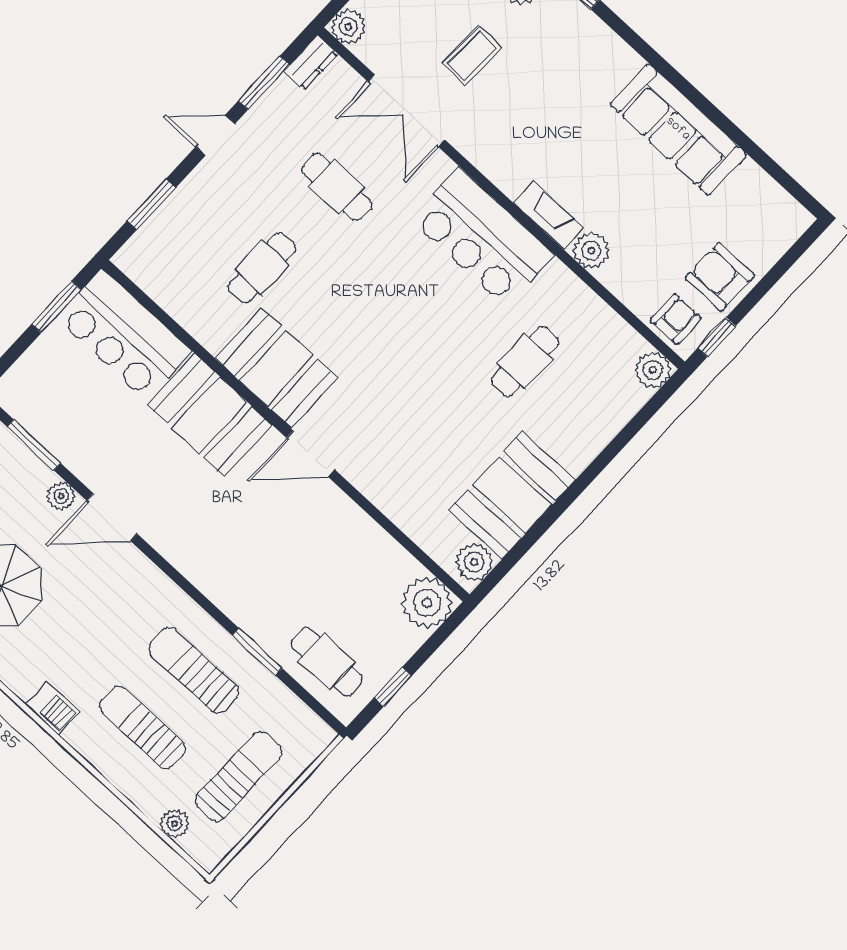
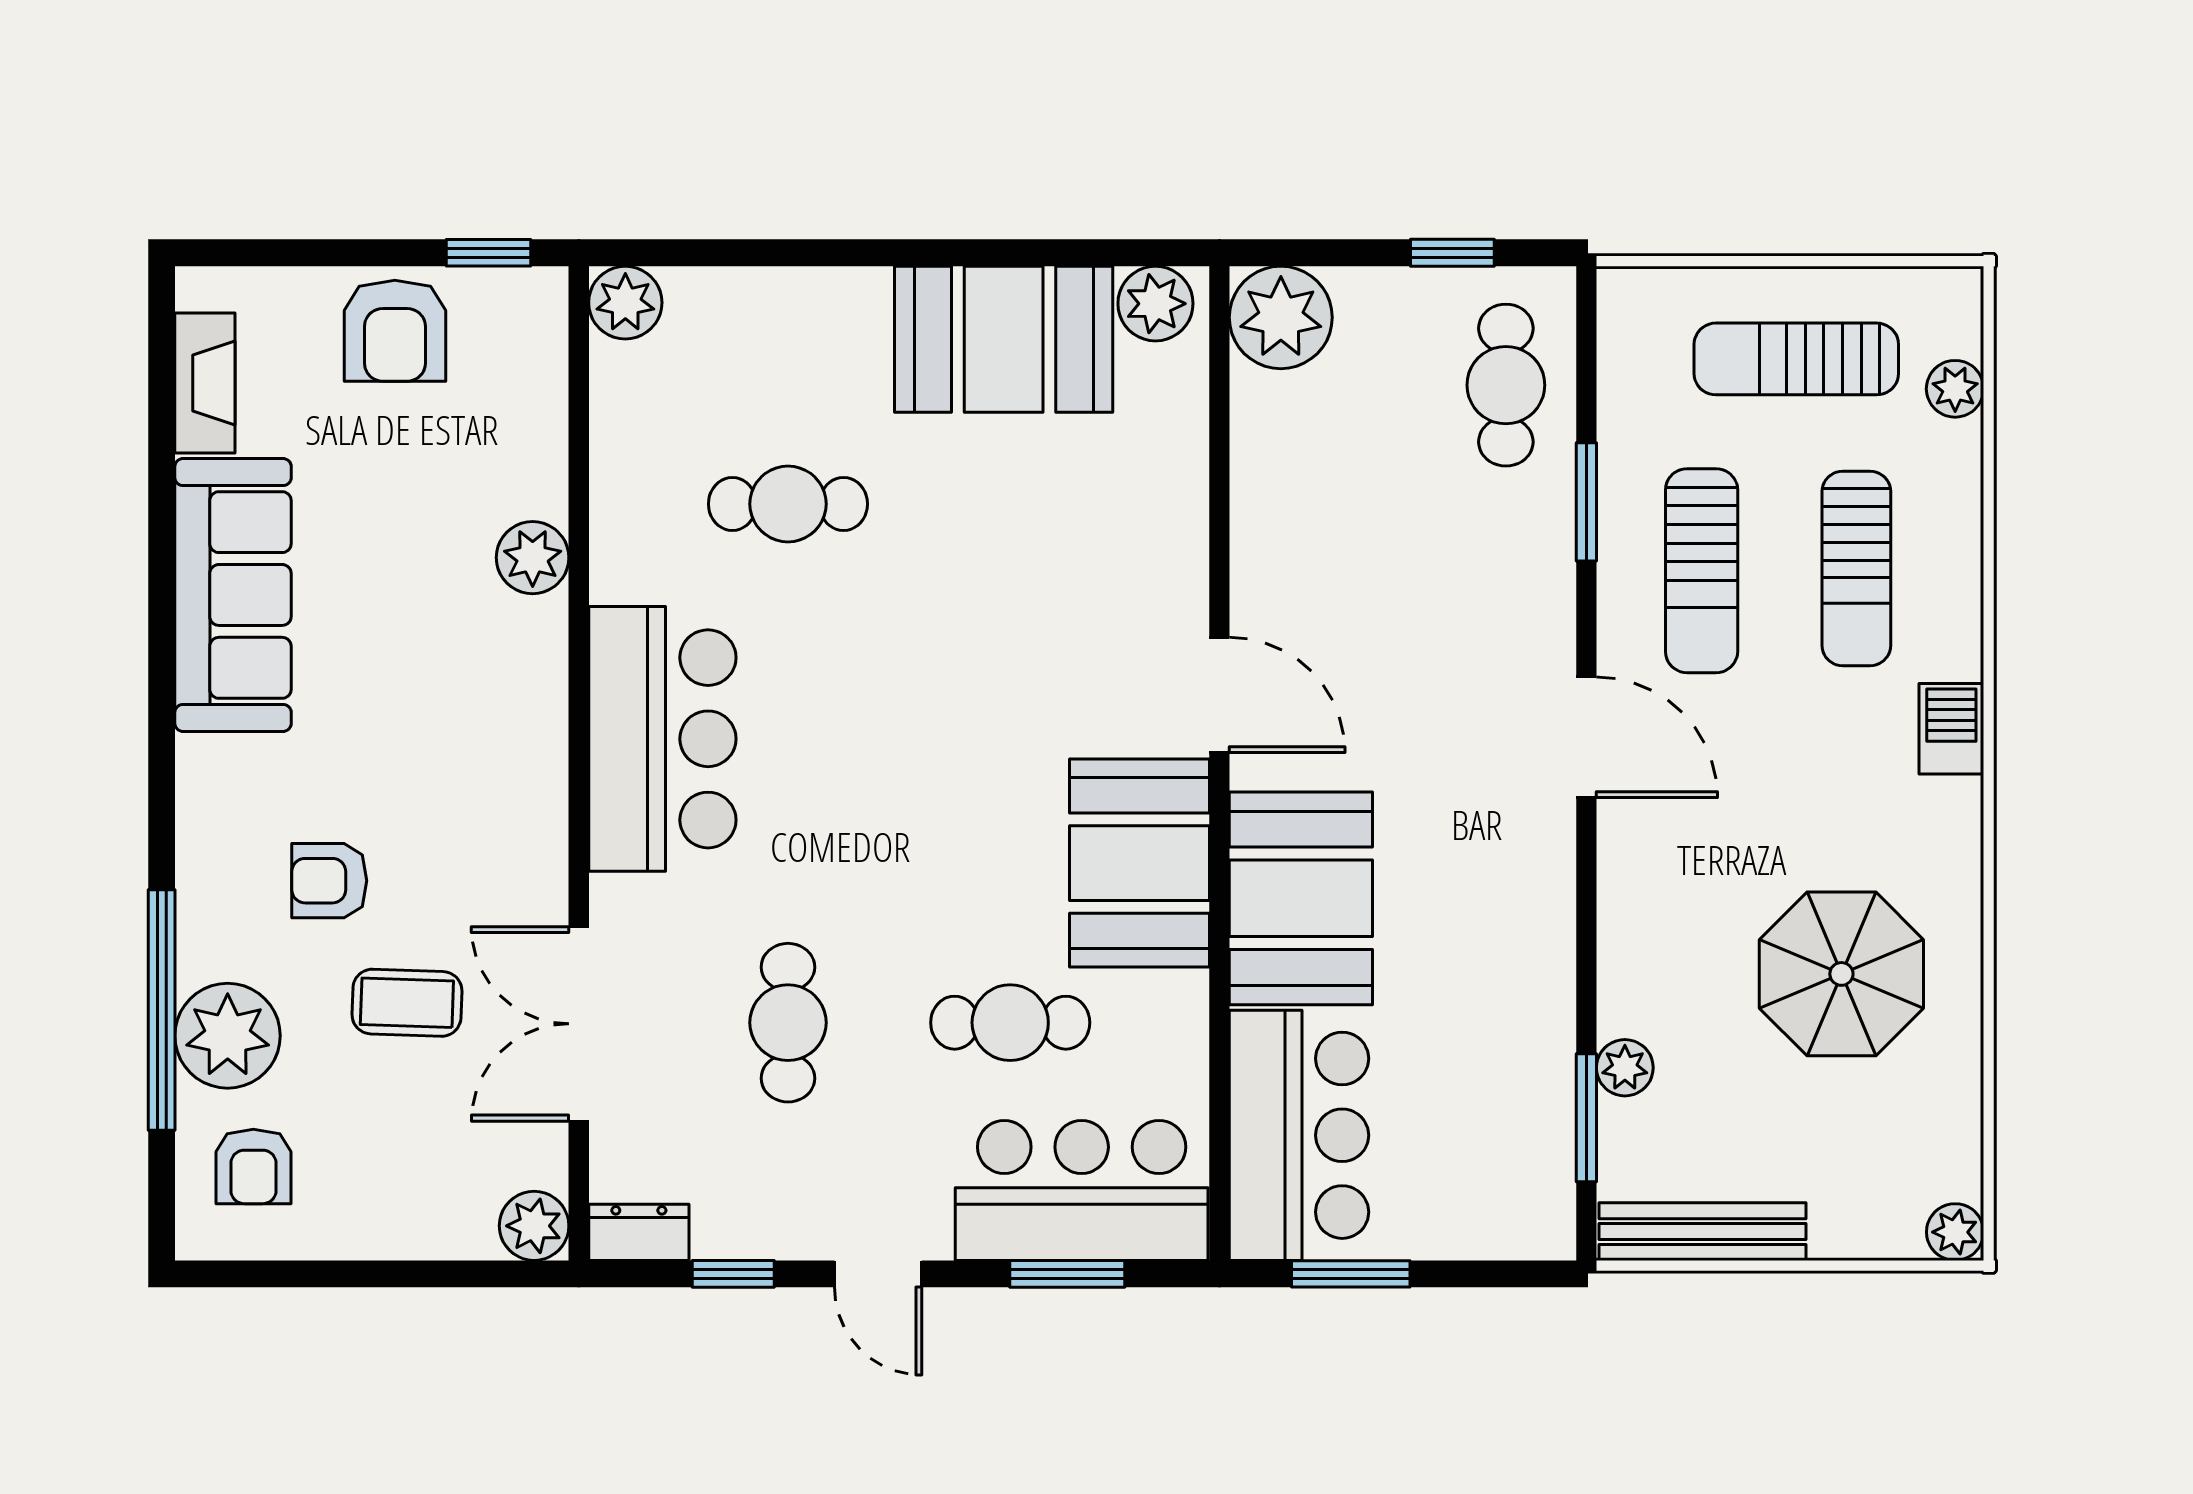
window: (264, 83) -> (733, 1274), width x0.67
double door: (407, 111) -> (579, 1024), swing flipped
fireplace: (549, 215) -> (205, 383), moved, turned 180
bar counter: (177, 237) -> (1082, 1190), added
armchair: (676, 319) -> (329, 881), moved
plant: (61, 496) -> (1625, 1068), moved
door: (112, 517) -> (1586, 737), moved

